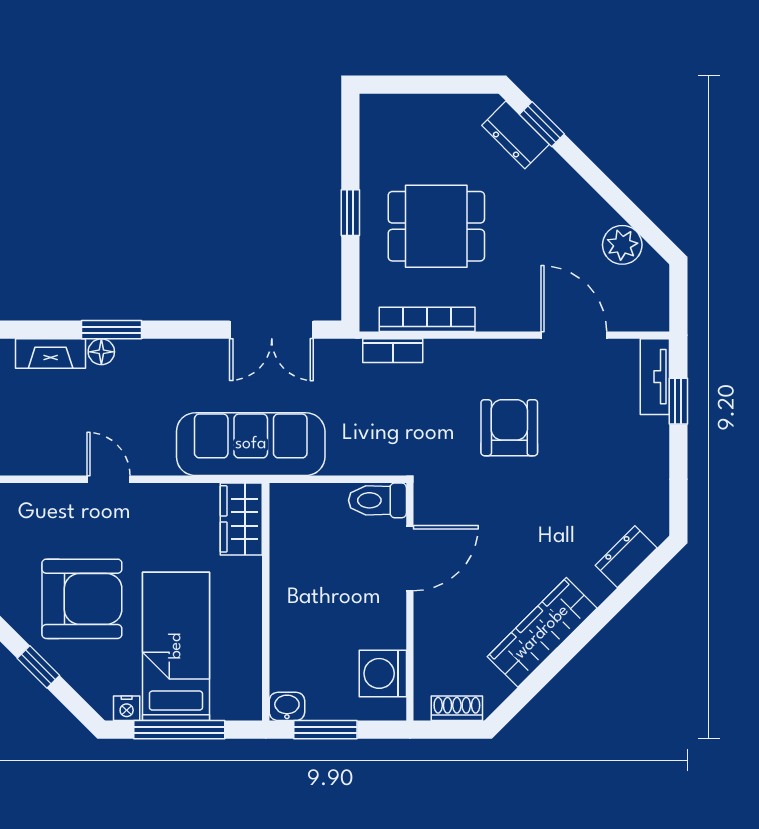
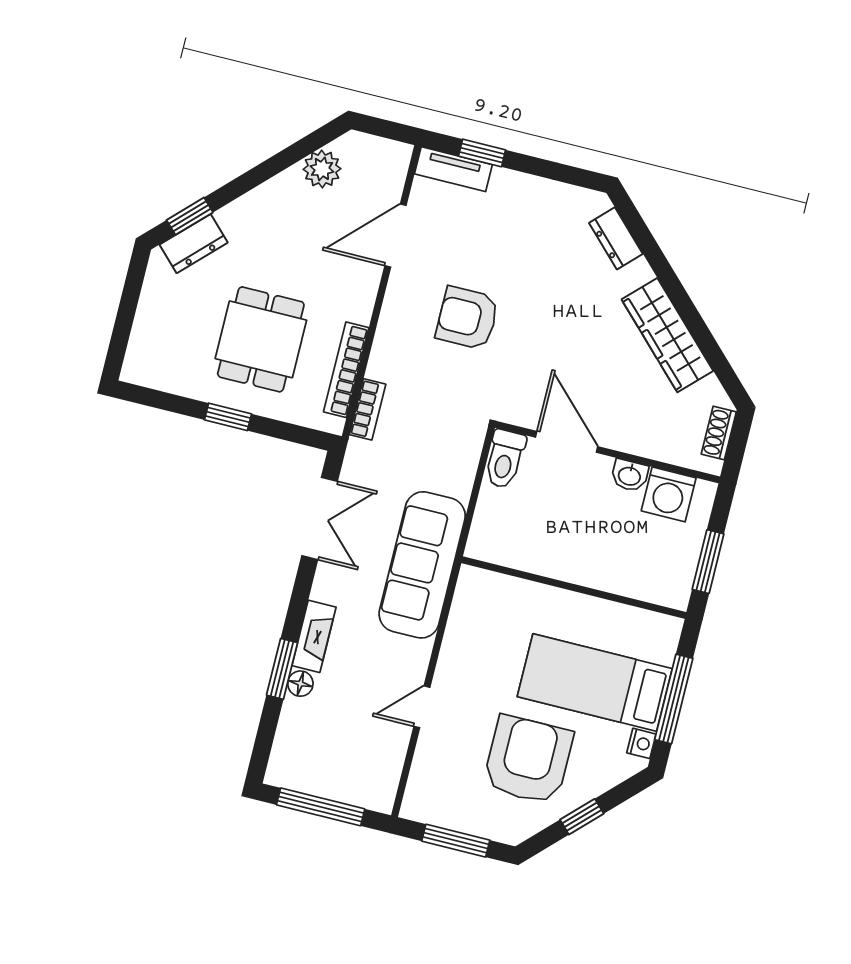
fireplace: (51, 354) -> (314, 636), moved
wardrobe: (241, 519) -> (490, 591), removed
washbasin: (287, 706) -> (630, 475), moved, turned -90

